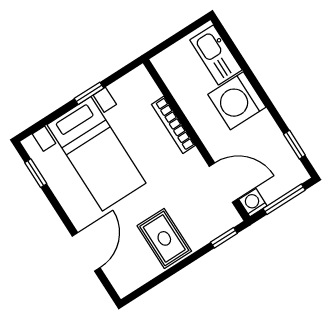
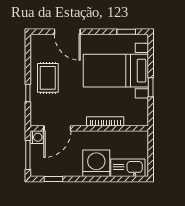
rug: (164, 238) -> (48, 78), turned 90
window: (224, 238) -> (28, 93), moved

